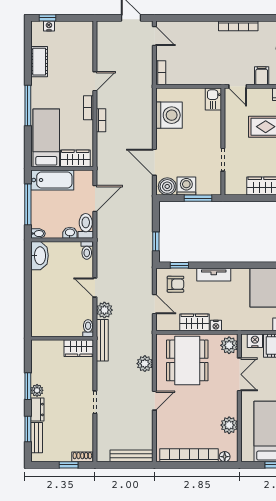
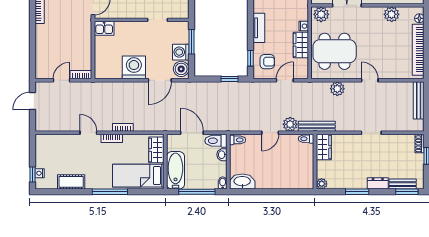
door: (154, 36) -> (61, 80), moved
washing machine: (169, 115) -> (134, 67), moved
armchair: (176, 284) -> (267, 62), turned 90
plant: (37, 390) -> (322, 184), moved
window: (28, 429) -> (407, 192), moved

